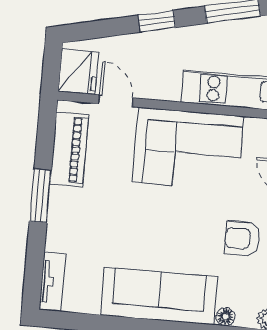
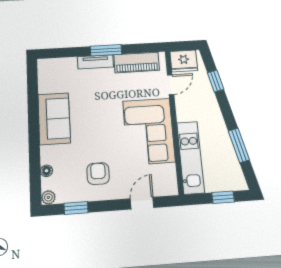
window: (157, 21) -> (216, 81), moved
tv unit: (52, 282) -> (95, 62), moved
sofa: (159, 296) -> (54, 119), width x0.73

